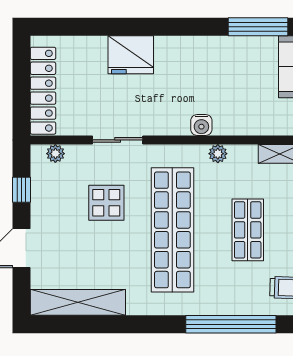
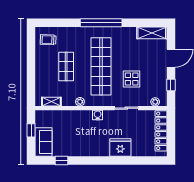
window: (258, 27) -> (61, 161), width x0.46
water cooler: (201, 125) -> (98, 115), moved
shelving: (78, 302) -> (152, 33), width x0.68
window: (231, 324) -> (101, 23), moved

